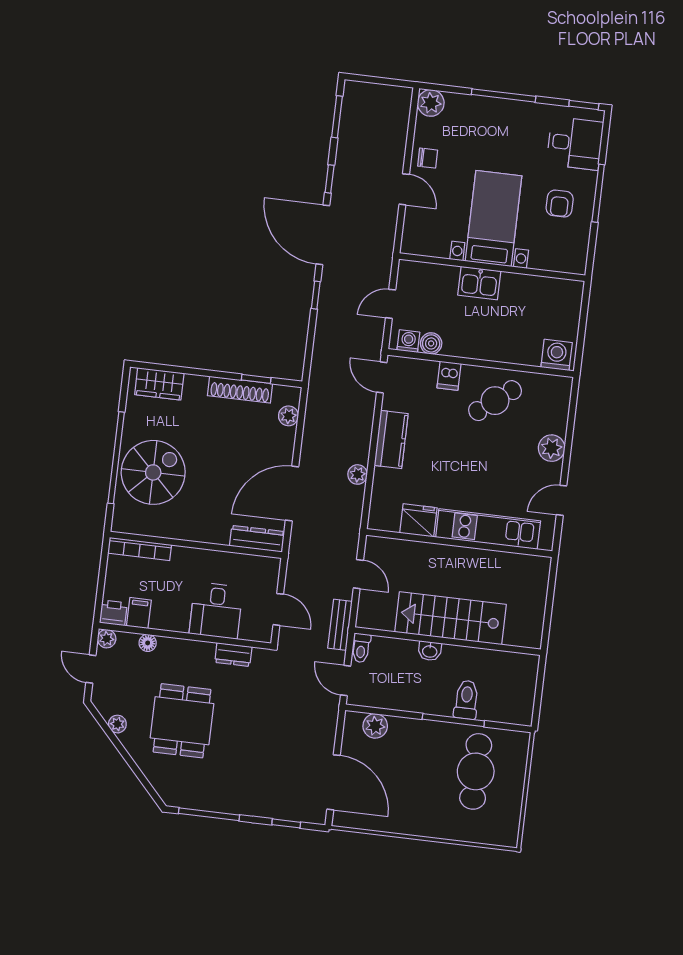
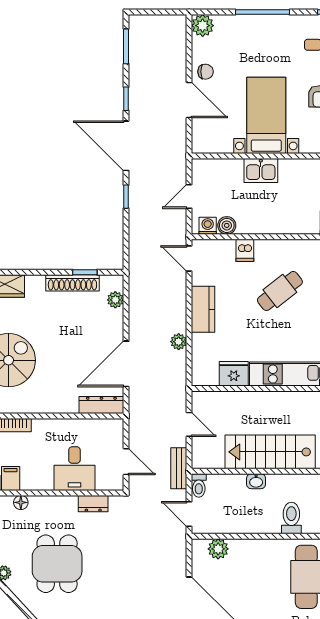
door: (404, 189) -> (189, 100), width x1.38
cafe table: (495, 401) -> (280, 291), moved
window: (453, 720) -> (283, 536), removed

